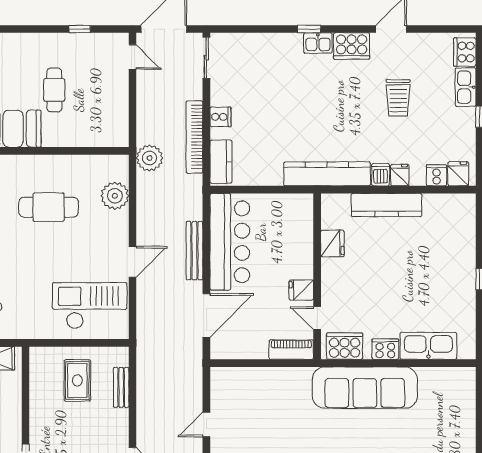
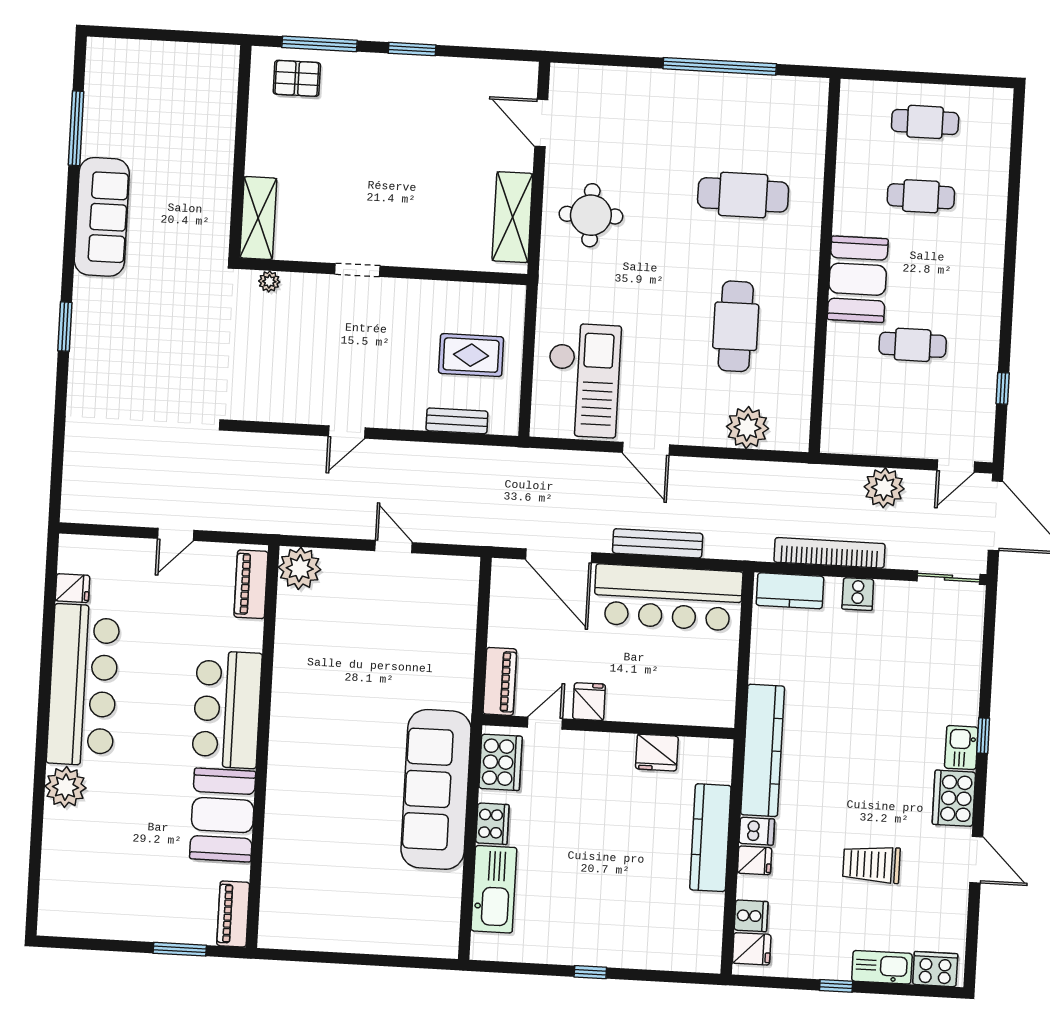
plant: (149, 158) -> (884, 488), moved

